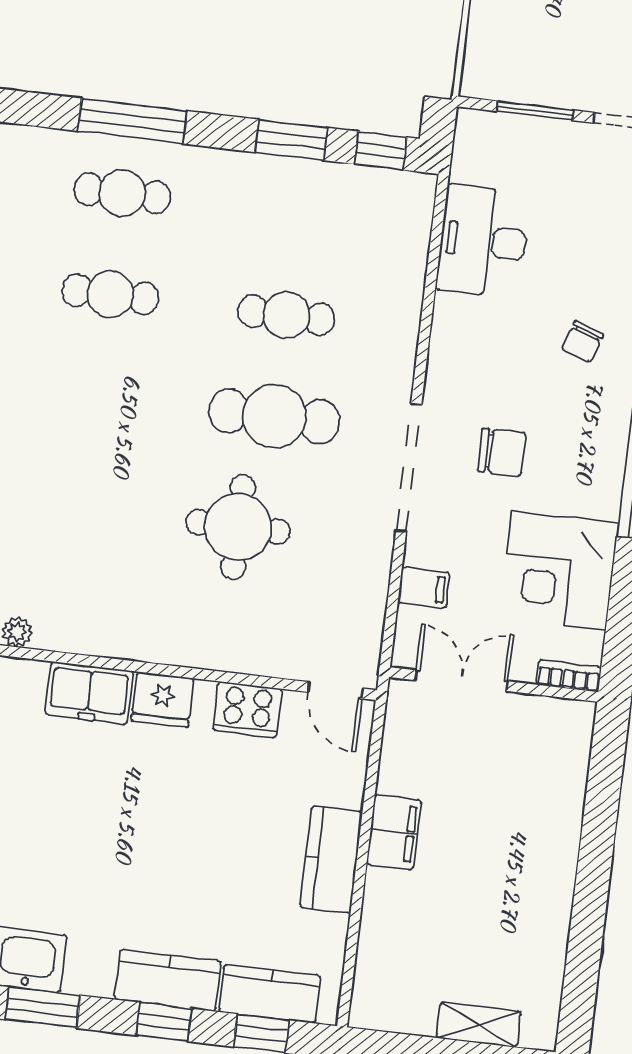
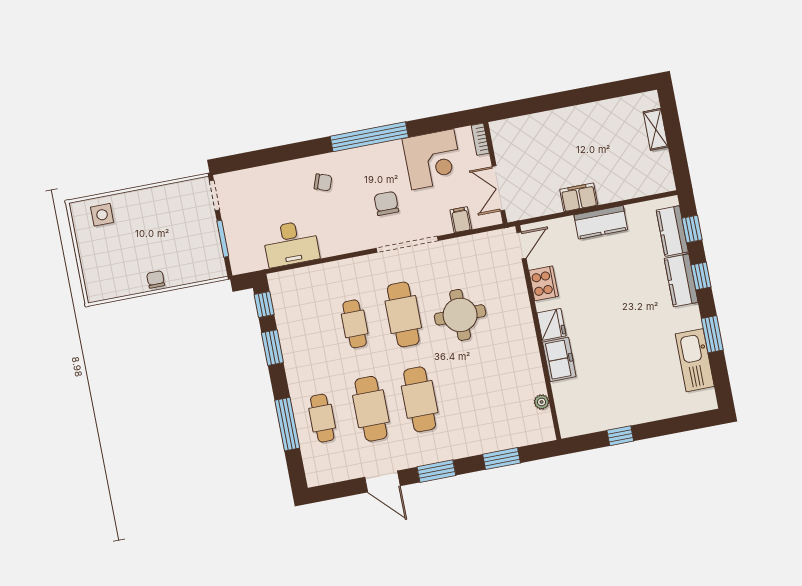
cafe table: (110, 294) -> (371, 409), width x1.37, depth x1.35
cafe table: (98, 395) -> (420, 399), added

